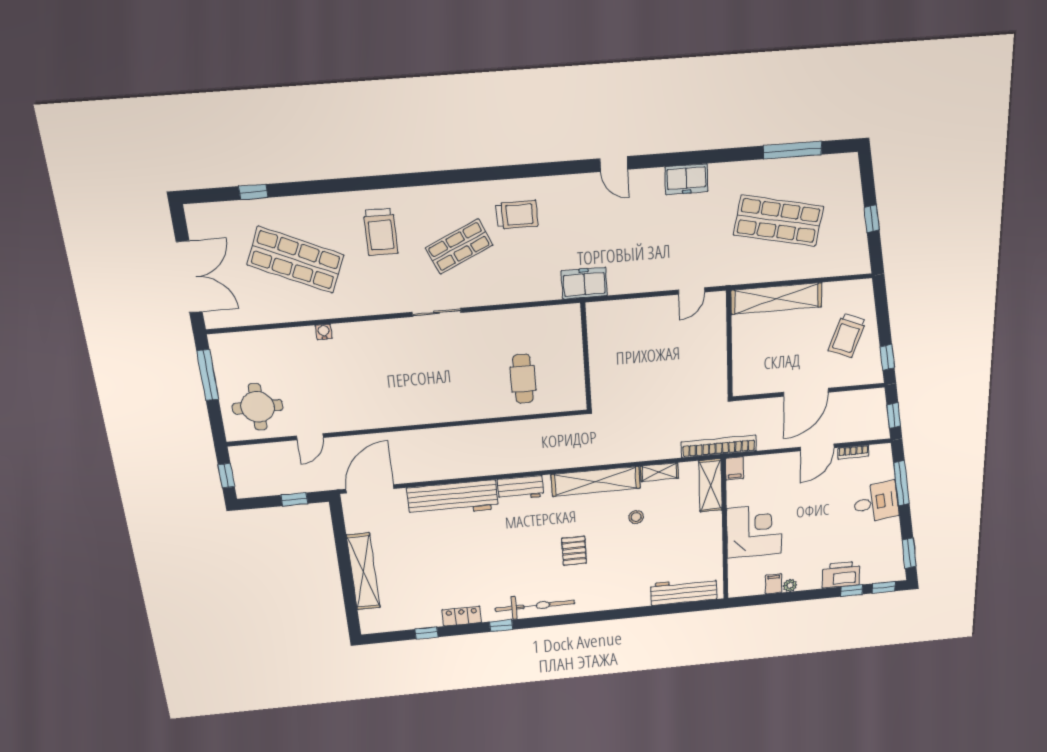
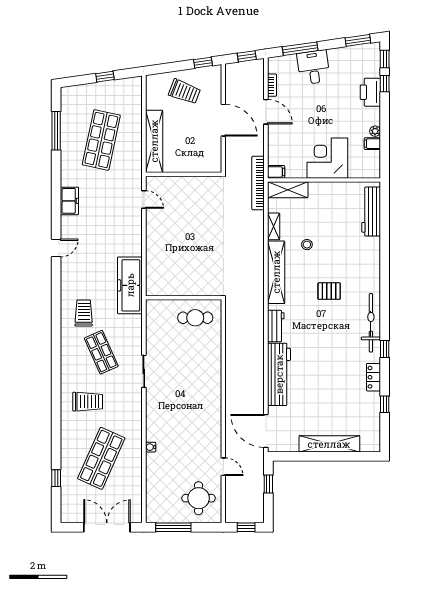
freezer: (584, 283) -> (130, 285), width x1.91, depth x1.26
wall: (586, 357) -> (184, 298), moved

